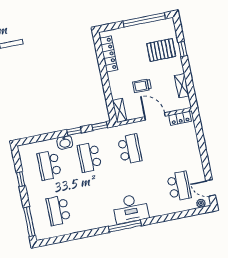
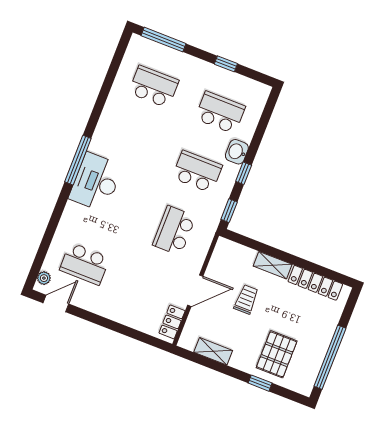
shelving: (120, 110) -> (273, 265), moved
school desk: (130, 149) -> (174, 231), turned 90

